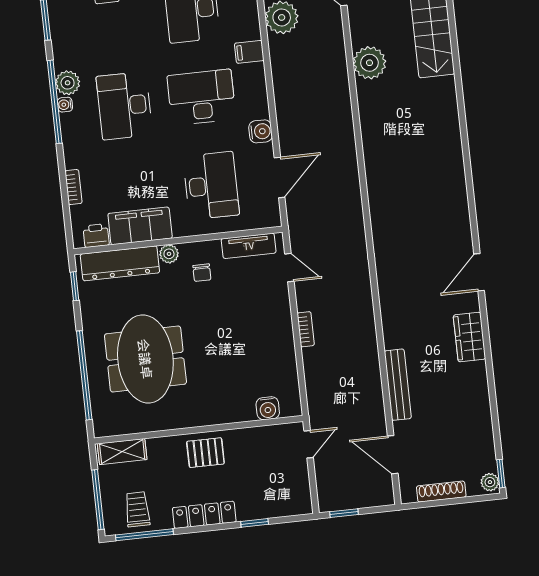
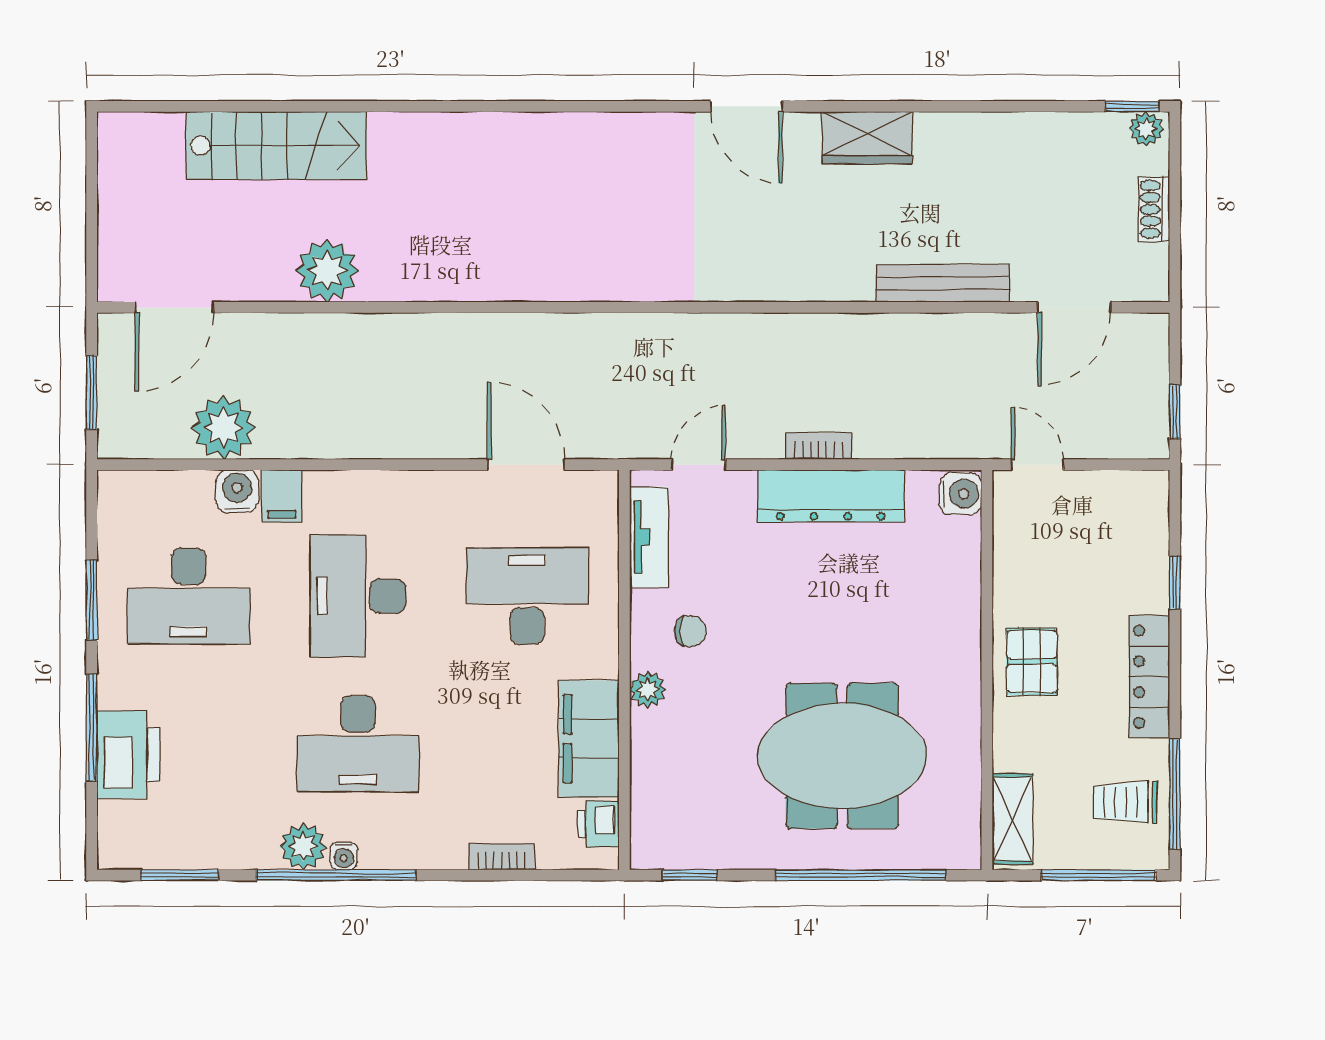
water cooler: (261, 131) -> (237, 491), moved
dresser: (120, 263) -> (831, 496), moved, turned 90
water cooler: (268, 408) -> (961, 494), moved
shoe rack: (441, 492) -> (1154, 209), width x0.70

